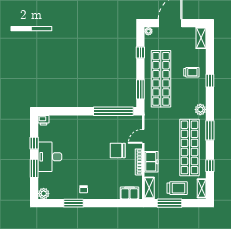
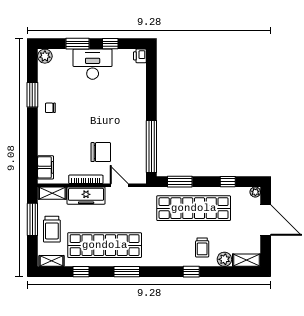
plant: (200, 110) -> (224, 259), moved
chair: (118, 150) -> (101, 152), turned 90
freezer: (151, 162) -> (86, 196), width x1.40

